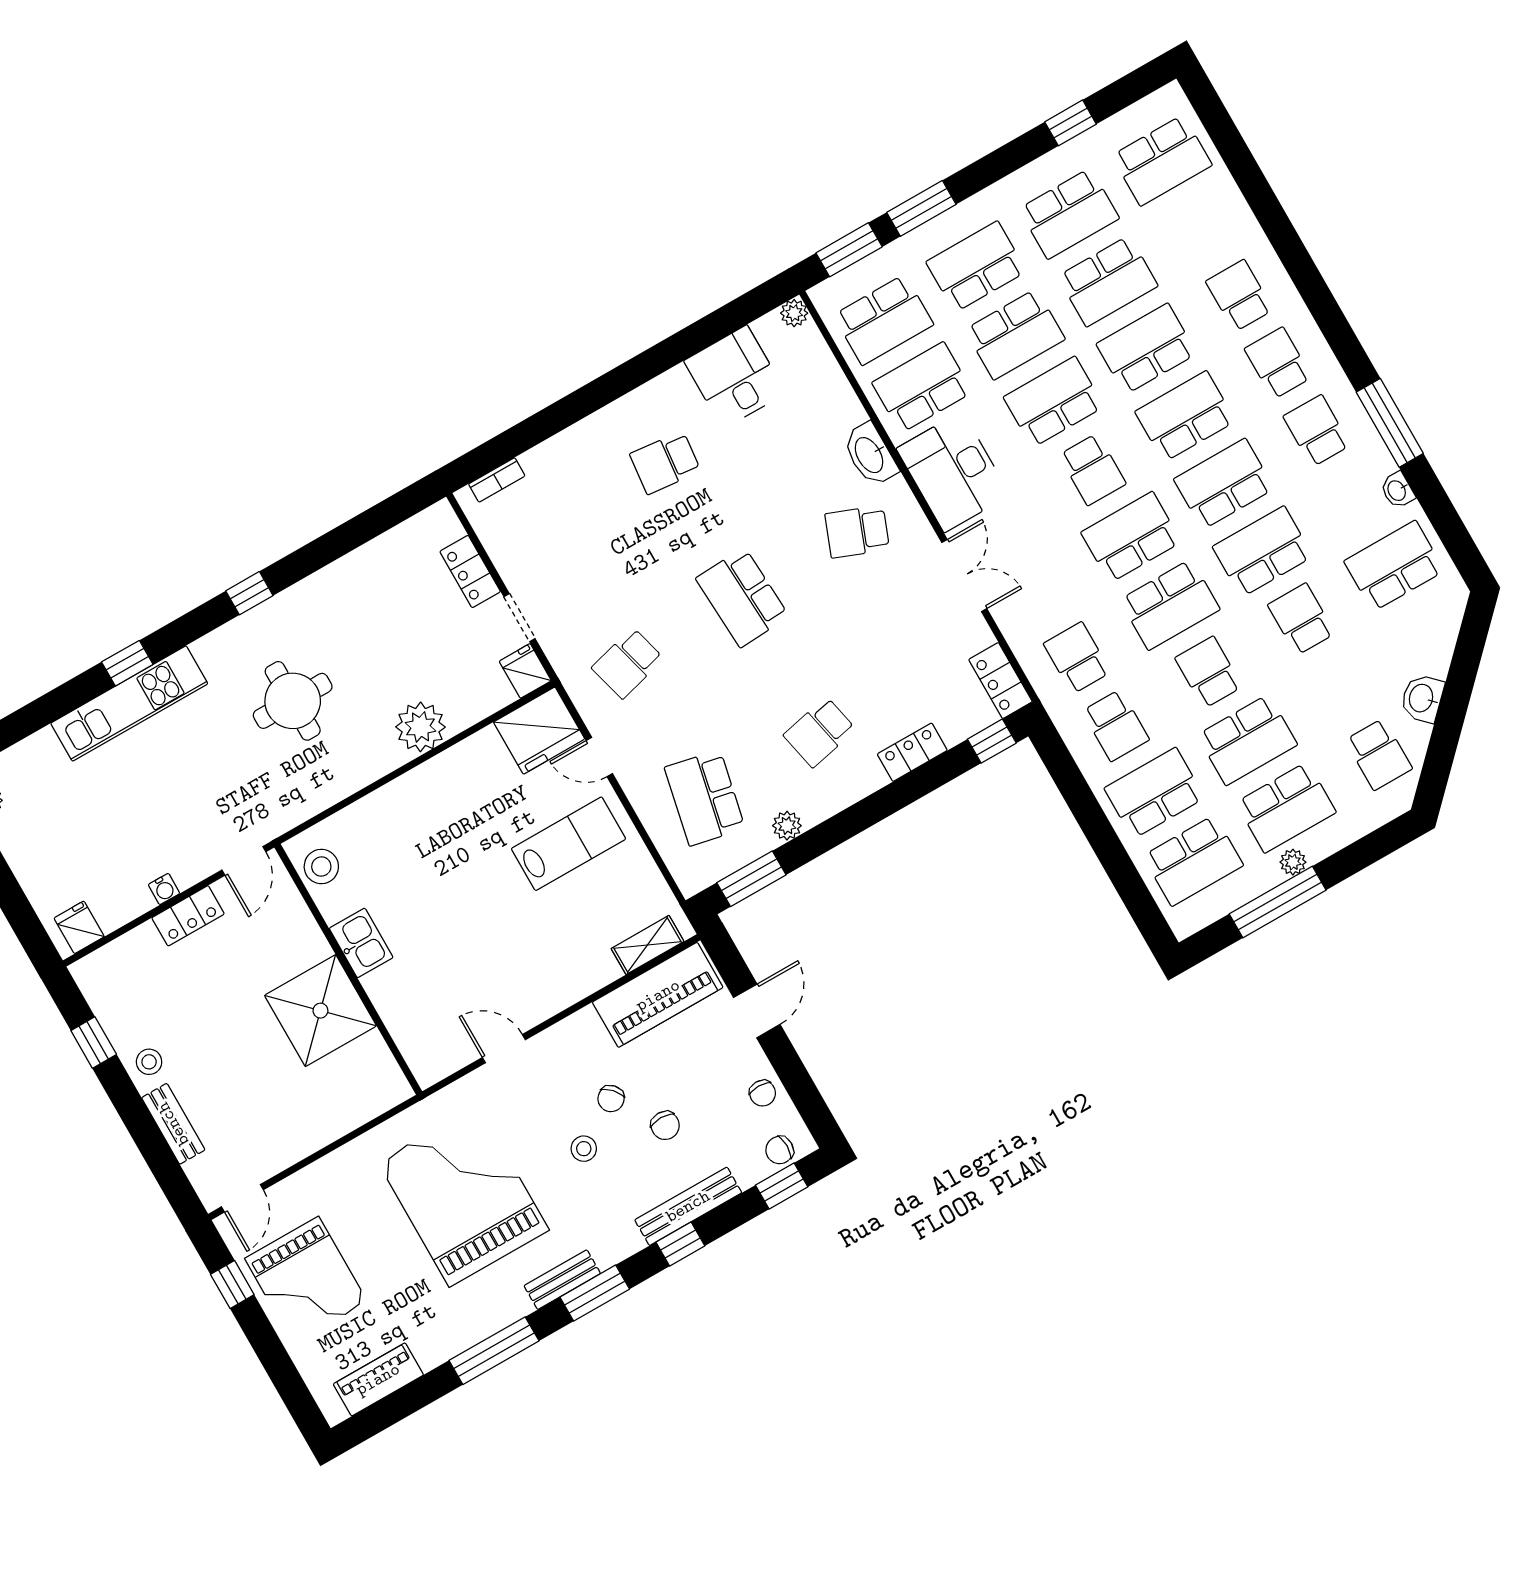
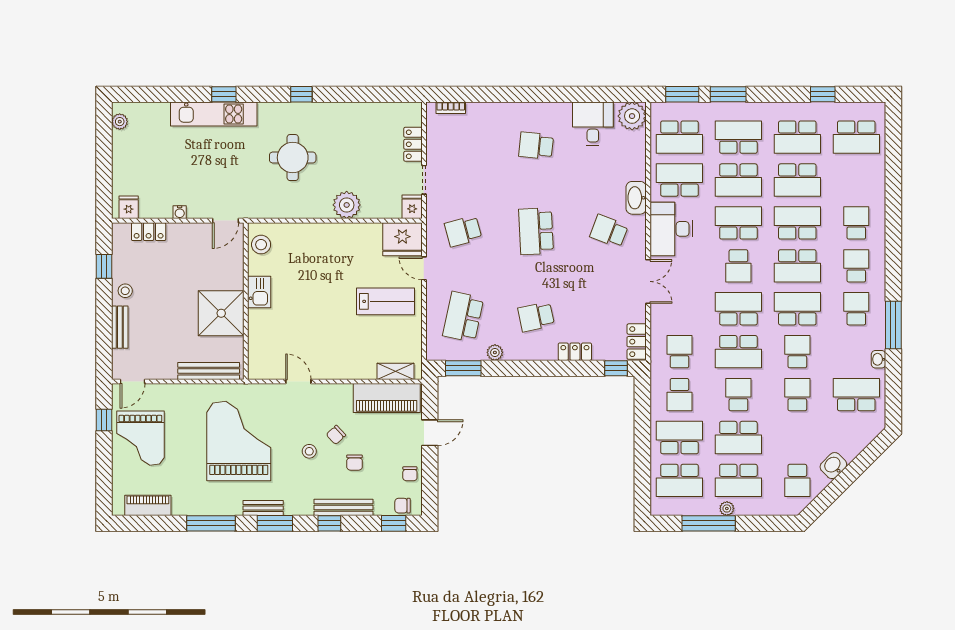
plant: (794, 313) -> (632, 116), width x1.87, depth x1.87
school desk: (1185, 416) -> (797, 266), turned 180
school desk: (1263, 552) -> (797, 352), width x0.54
locker: (188, 916) -> (149, 232), moved
bench: (353, 1113) -> (209, 371), added

